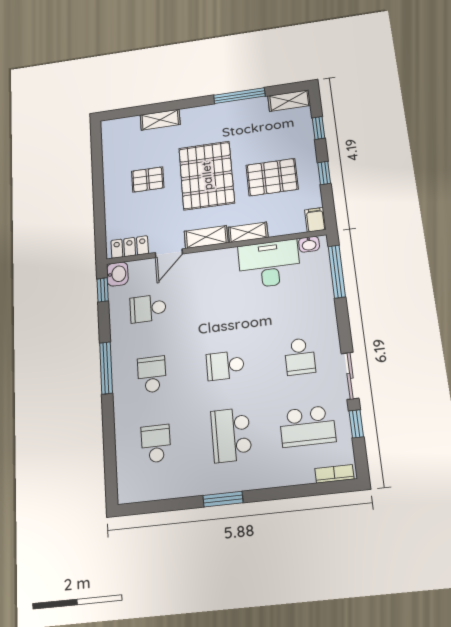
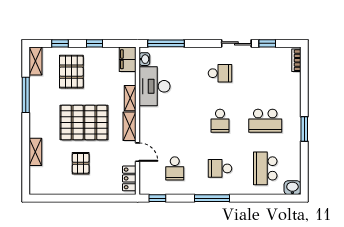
pallet: (272, 177) -> (71, 72), moved
filing cabinet: (315, 220) -> (128, 59), width x2.00
washbasin: (117, 274) -> (292, 188), moved
school desk: (307, 426) -> (265, 73), removed
school desk: (156, 444) -> (265, 168), width x1.85

